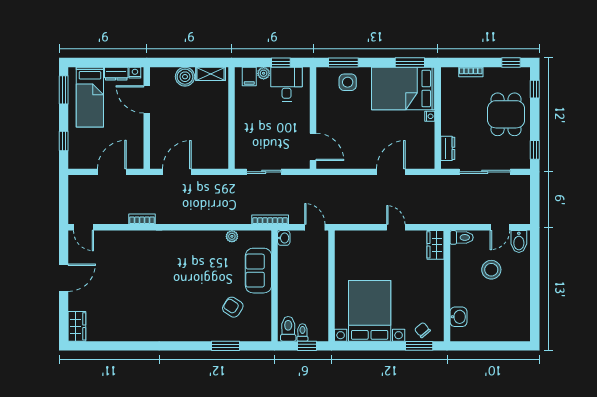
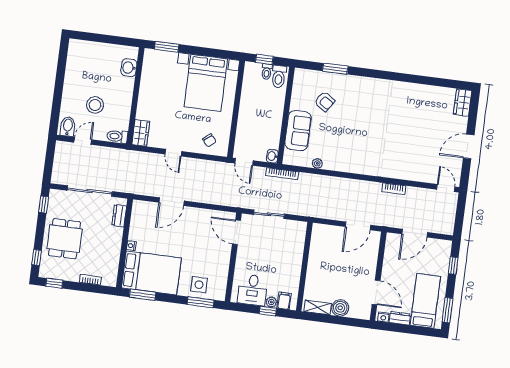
window: (281, 63) -> (268, 311), moved
sliding door: (264, 172) -> (269, 214), moved
chair: (422, 330) -> (209, 140), moved

